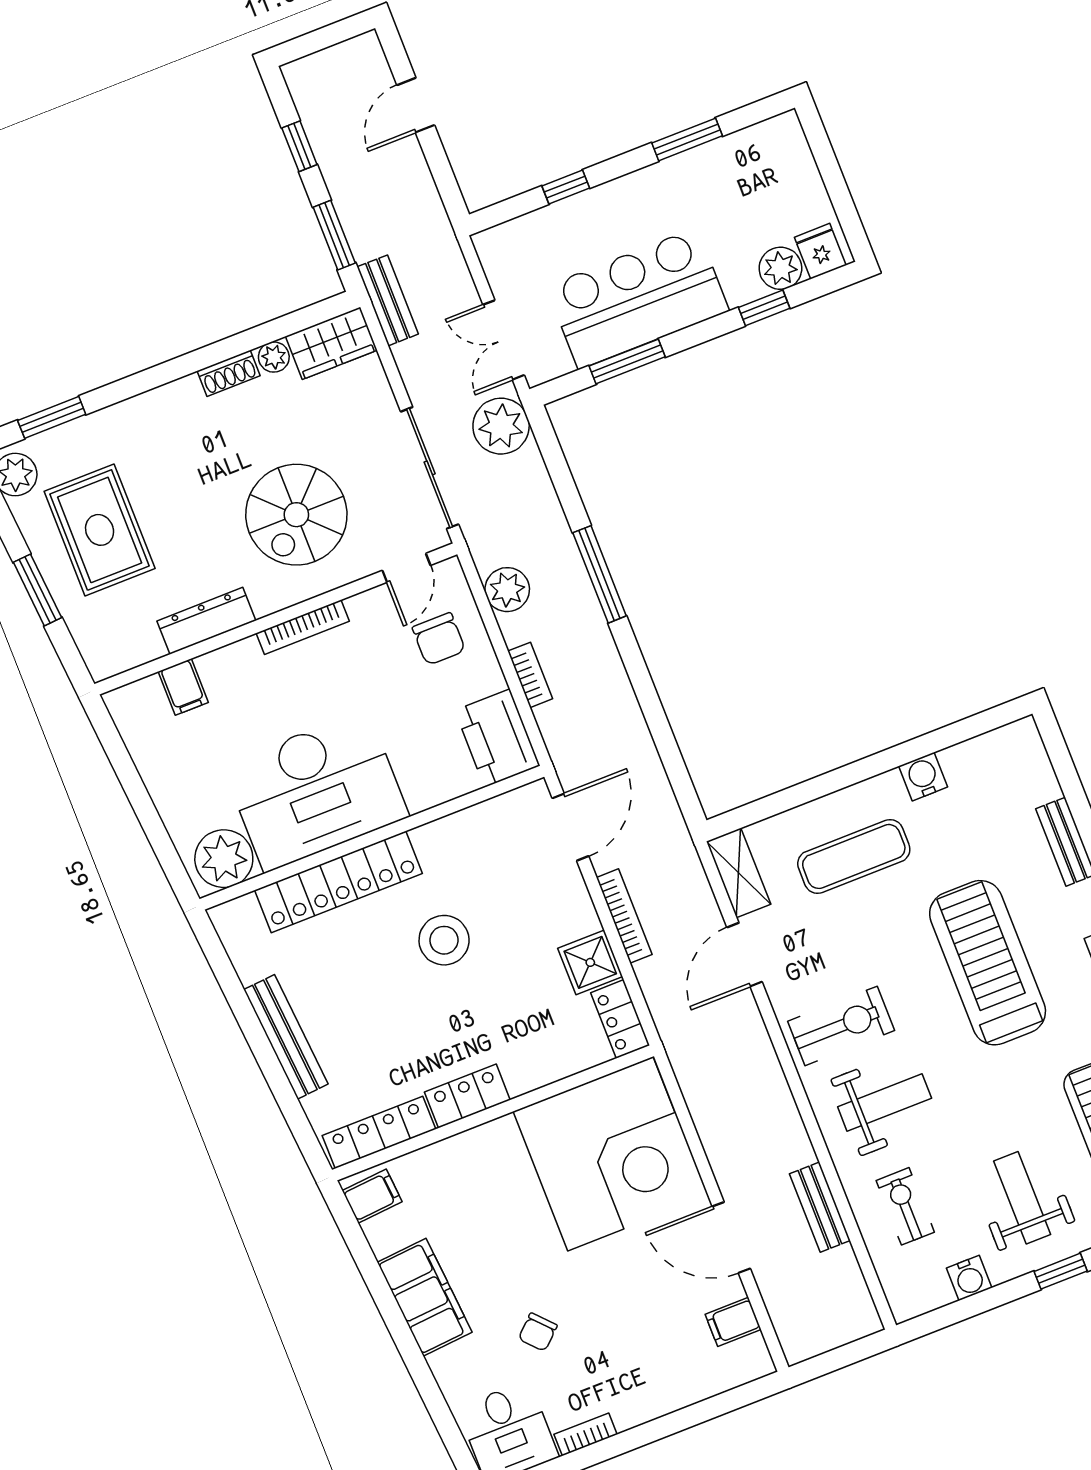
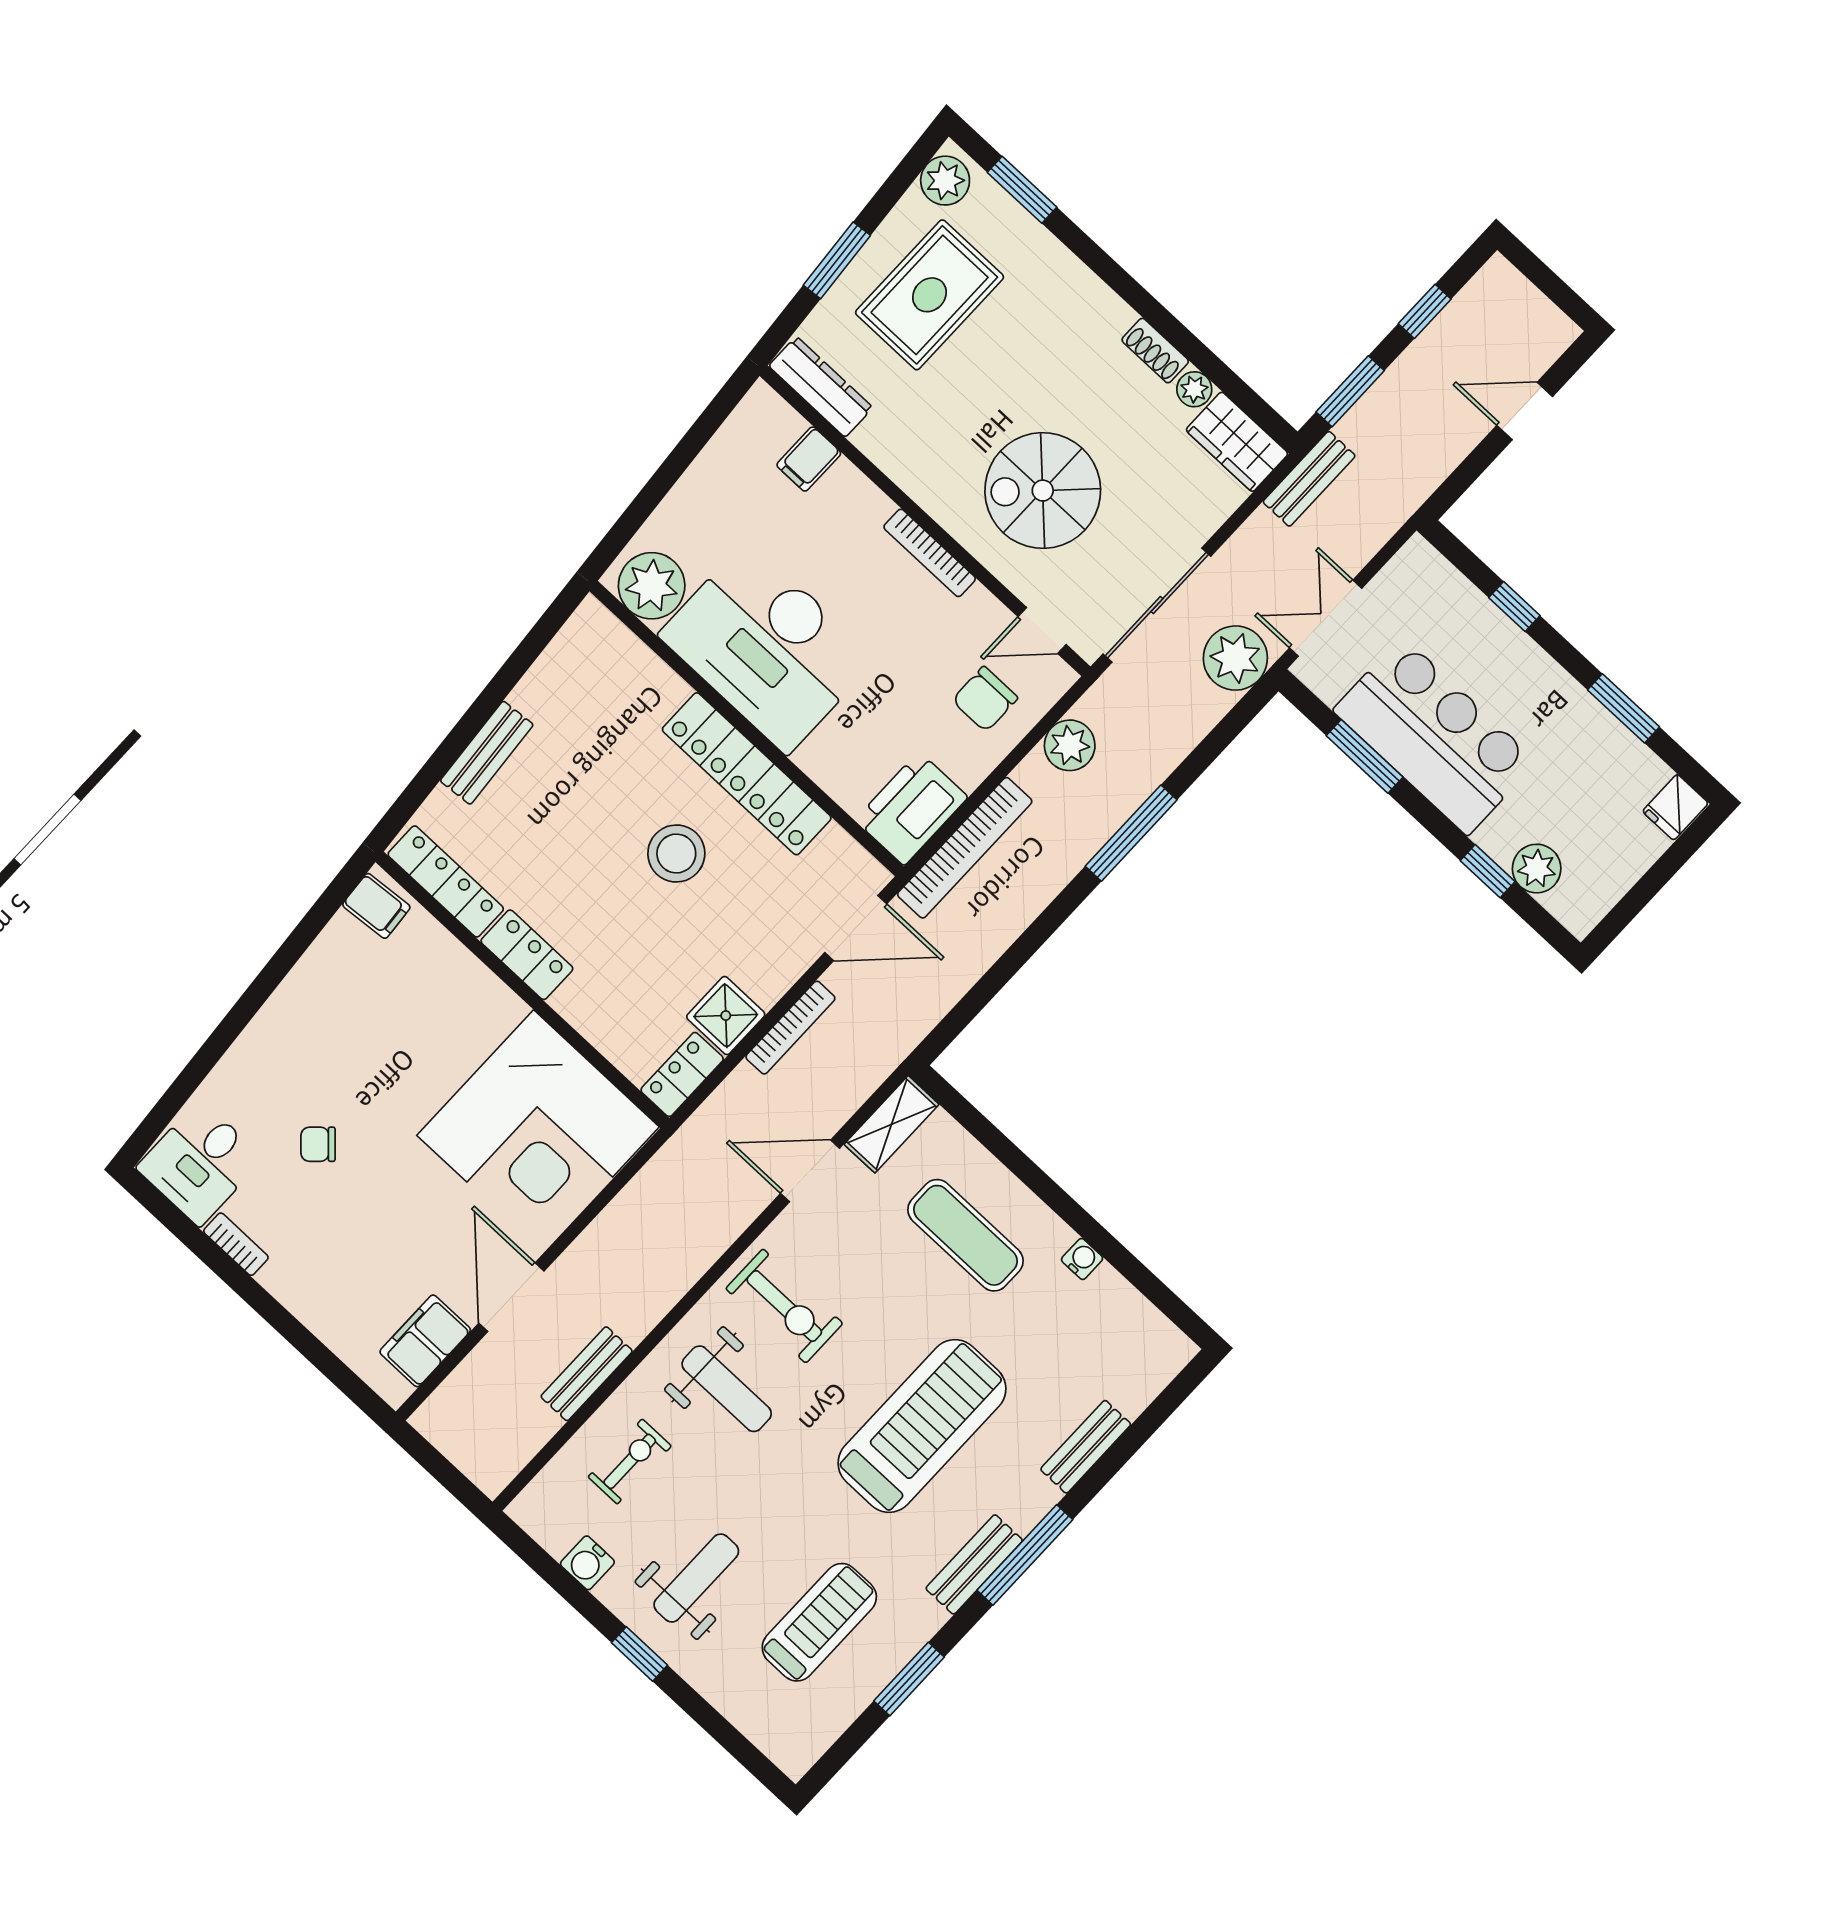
fridge: (820, 251) -> (1675, 807), moved, turned 180
dresser: (206, 621) -> (821, 387), moved
bookcase: (530, 675) -> (965, 848), width x2.31, depth x1.31
water cooler: (923, 777) -> (1082, 1259), width x0.72, depth x0.72
locker: (339, 882) -> (747, 774), moved
bench: (286, 1037) -> (487, 753), width x0.73
filing cabinet: (425, 1297) -> (298, 1010), removed
filing cabinet: (733, 1322) -> (425, 1341), width x2.00

